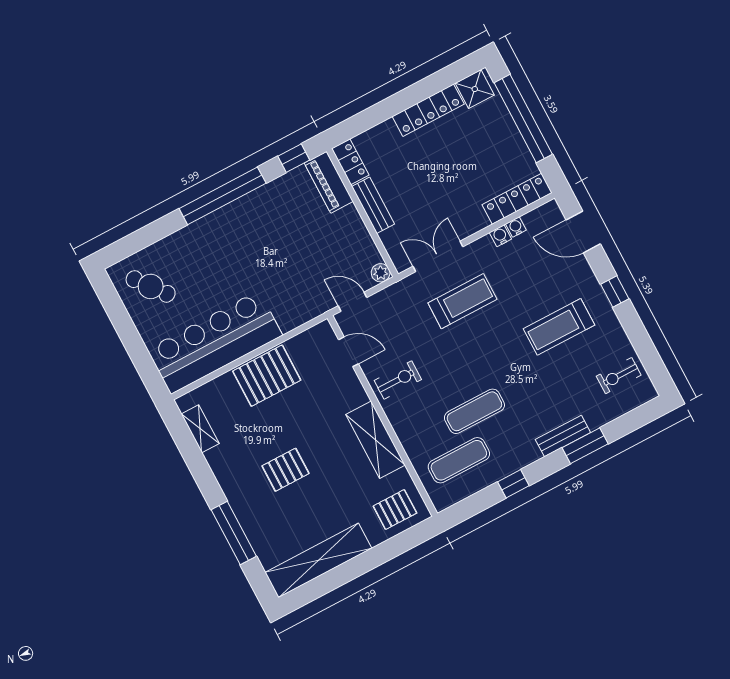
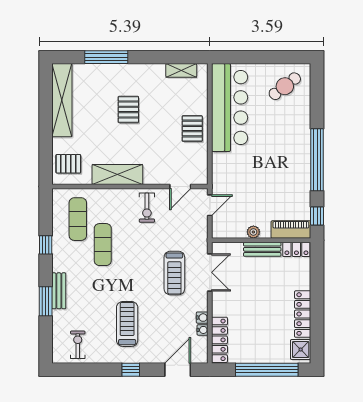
plant: (381, 273) -> (253, 232), moved
pallet: (267, 376) -> (192, 129), width x0.67, depth x0.71
pallet: (395, 510) -> (68, 164), turned 90

